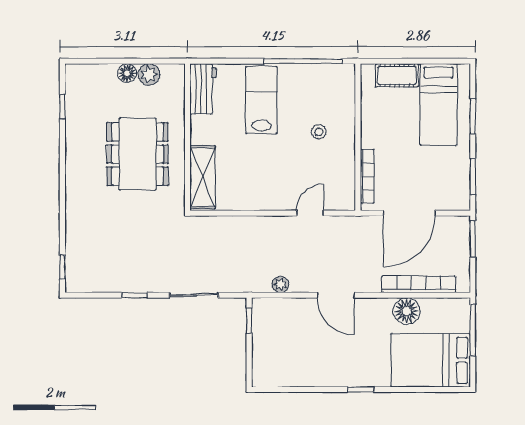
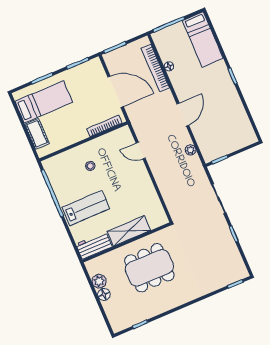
lab bench: (261, 100) -> (86, 208), turned 180
shelving: (203, 177) -> (129, 231), moved
floor lamp: (407, 311) -> (169, 66), width x0.53, depth x0.53
bed: (431, 360) -> (203, 39), width x0.67

